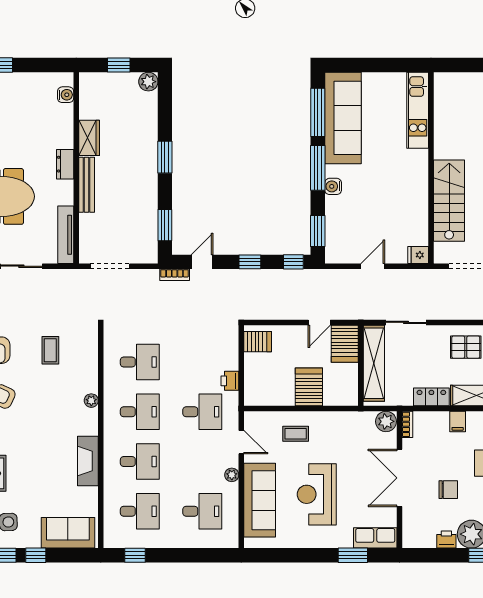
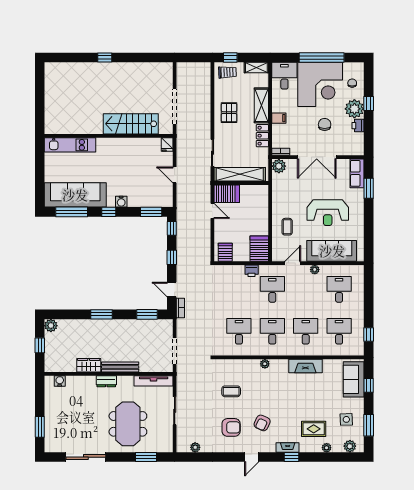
window: (318, 168) -> (109, 212), width x0.46
server rack: (309, 387) -> (259, 249), moved, turned 90
window: (36, 555) -> (369, 385), moved

